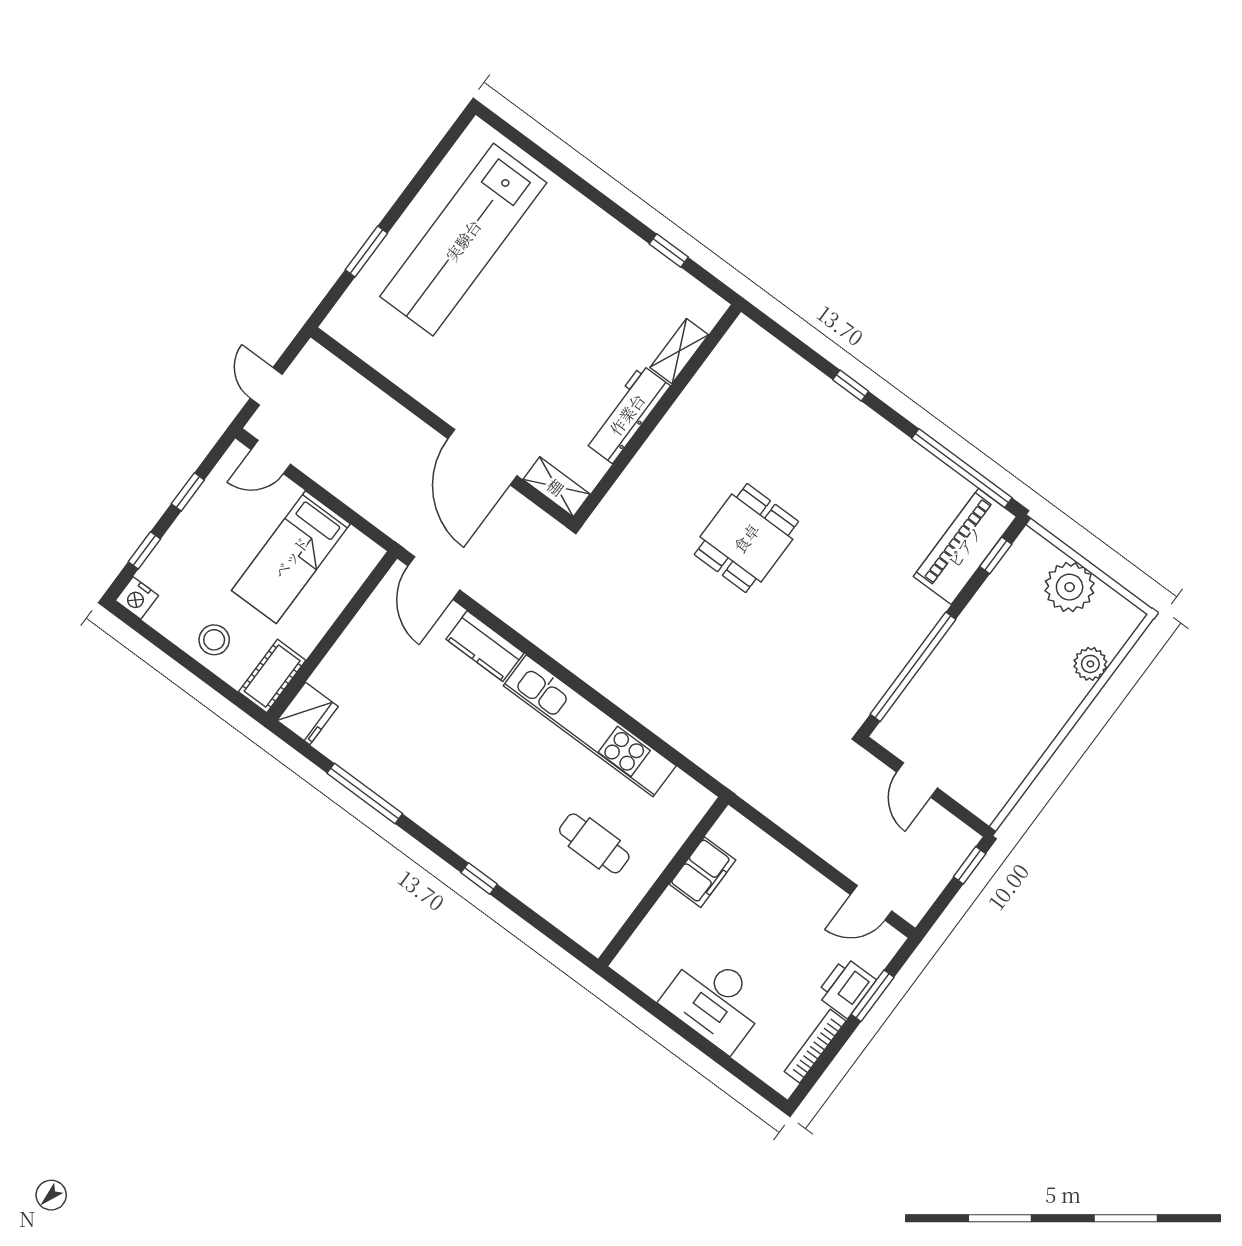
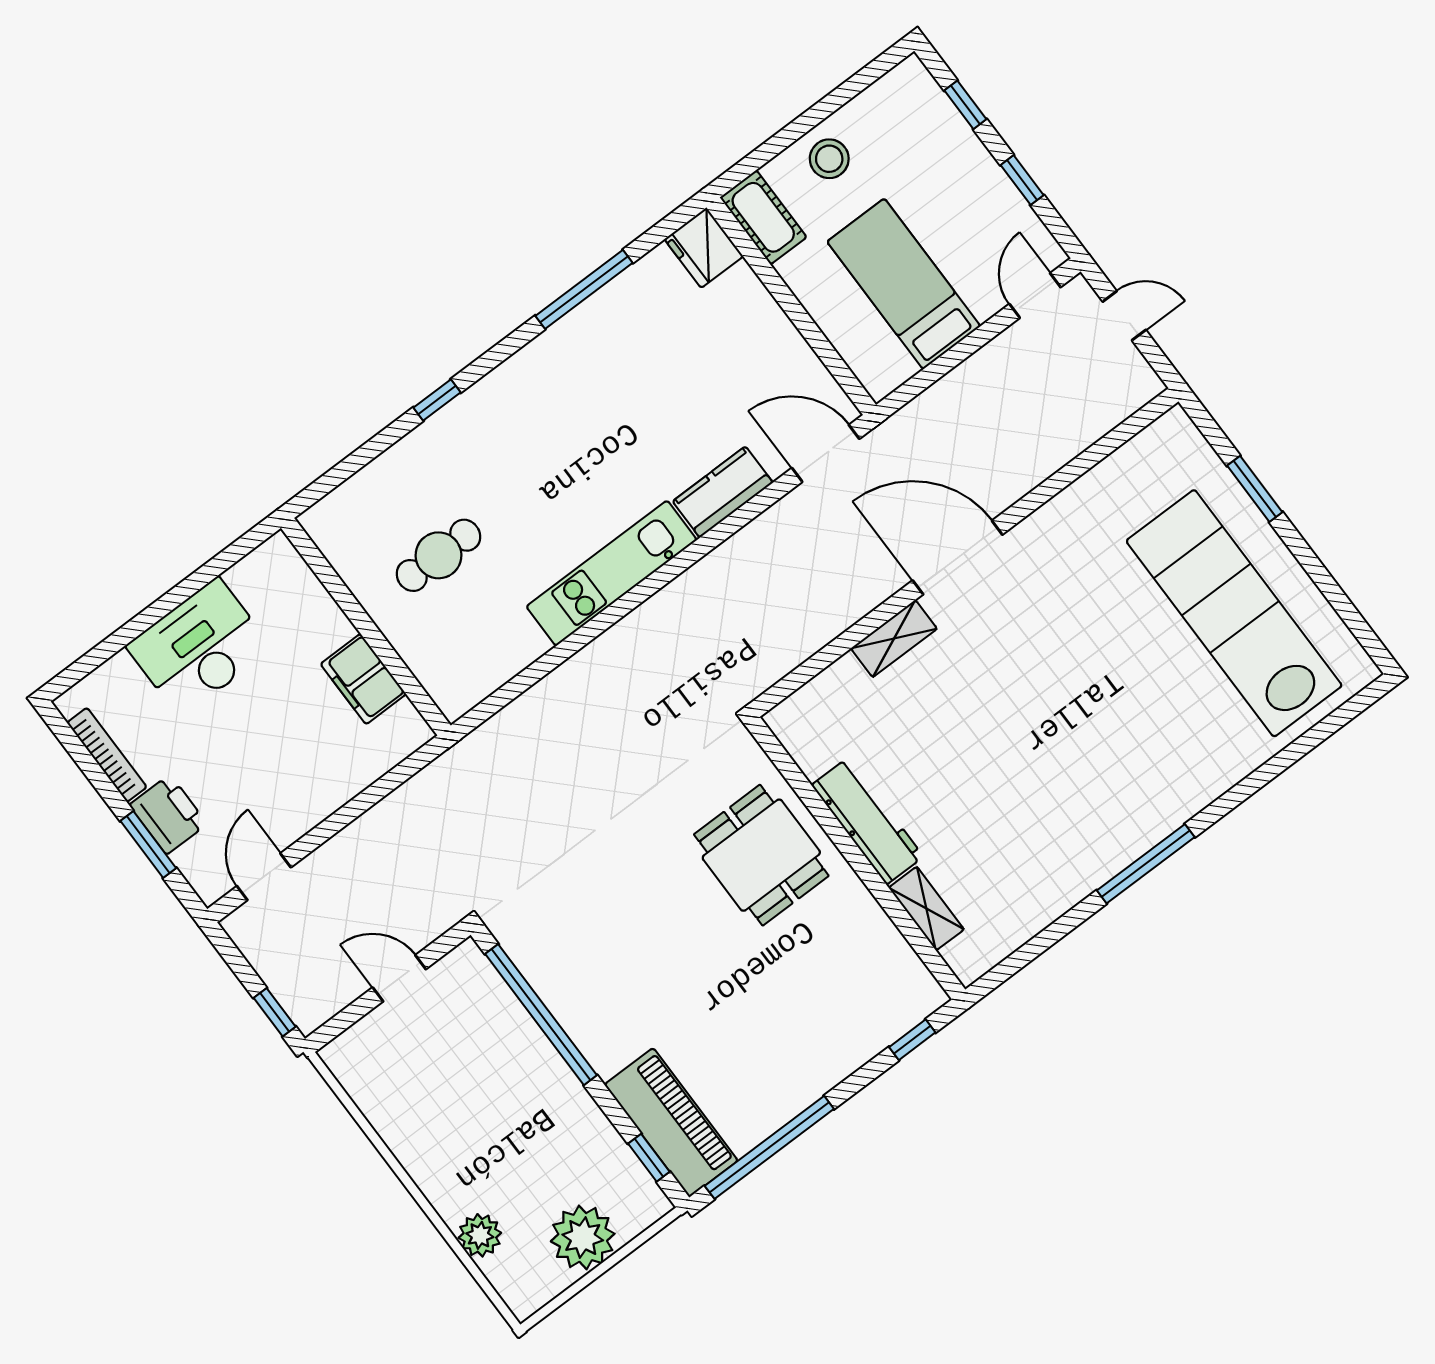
window: (669, 250) -> (1146, 864), width x2.17
shelving: (679, 351) -> (926, 909), moved
workbench: (627, 414) -> (868, 821), moved
wall: (657, 414) -> (856, 858), moved
nightstand: (137, 598) -> (909, 78), removed
kitchen unit: (590, 726) -> (612, 573), width x0.73

